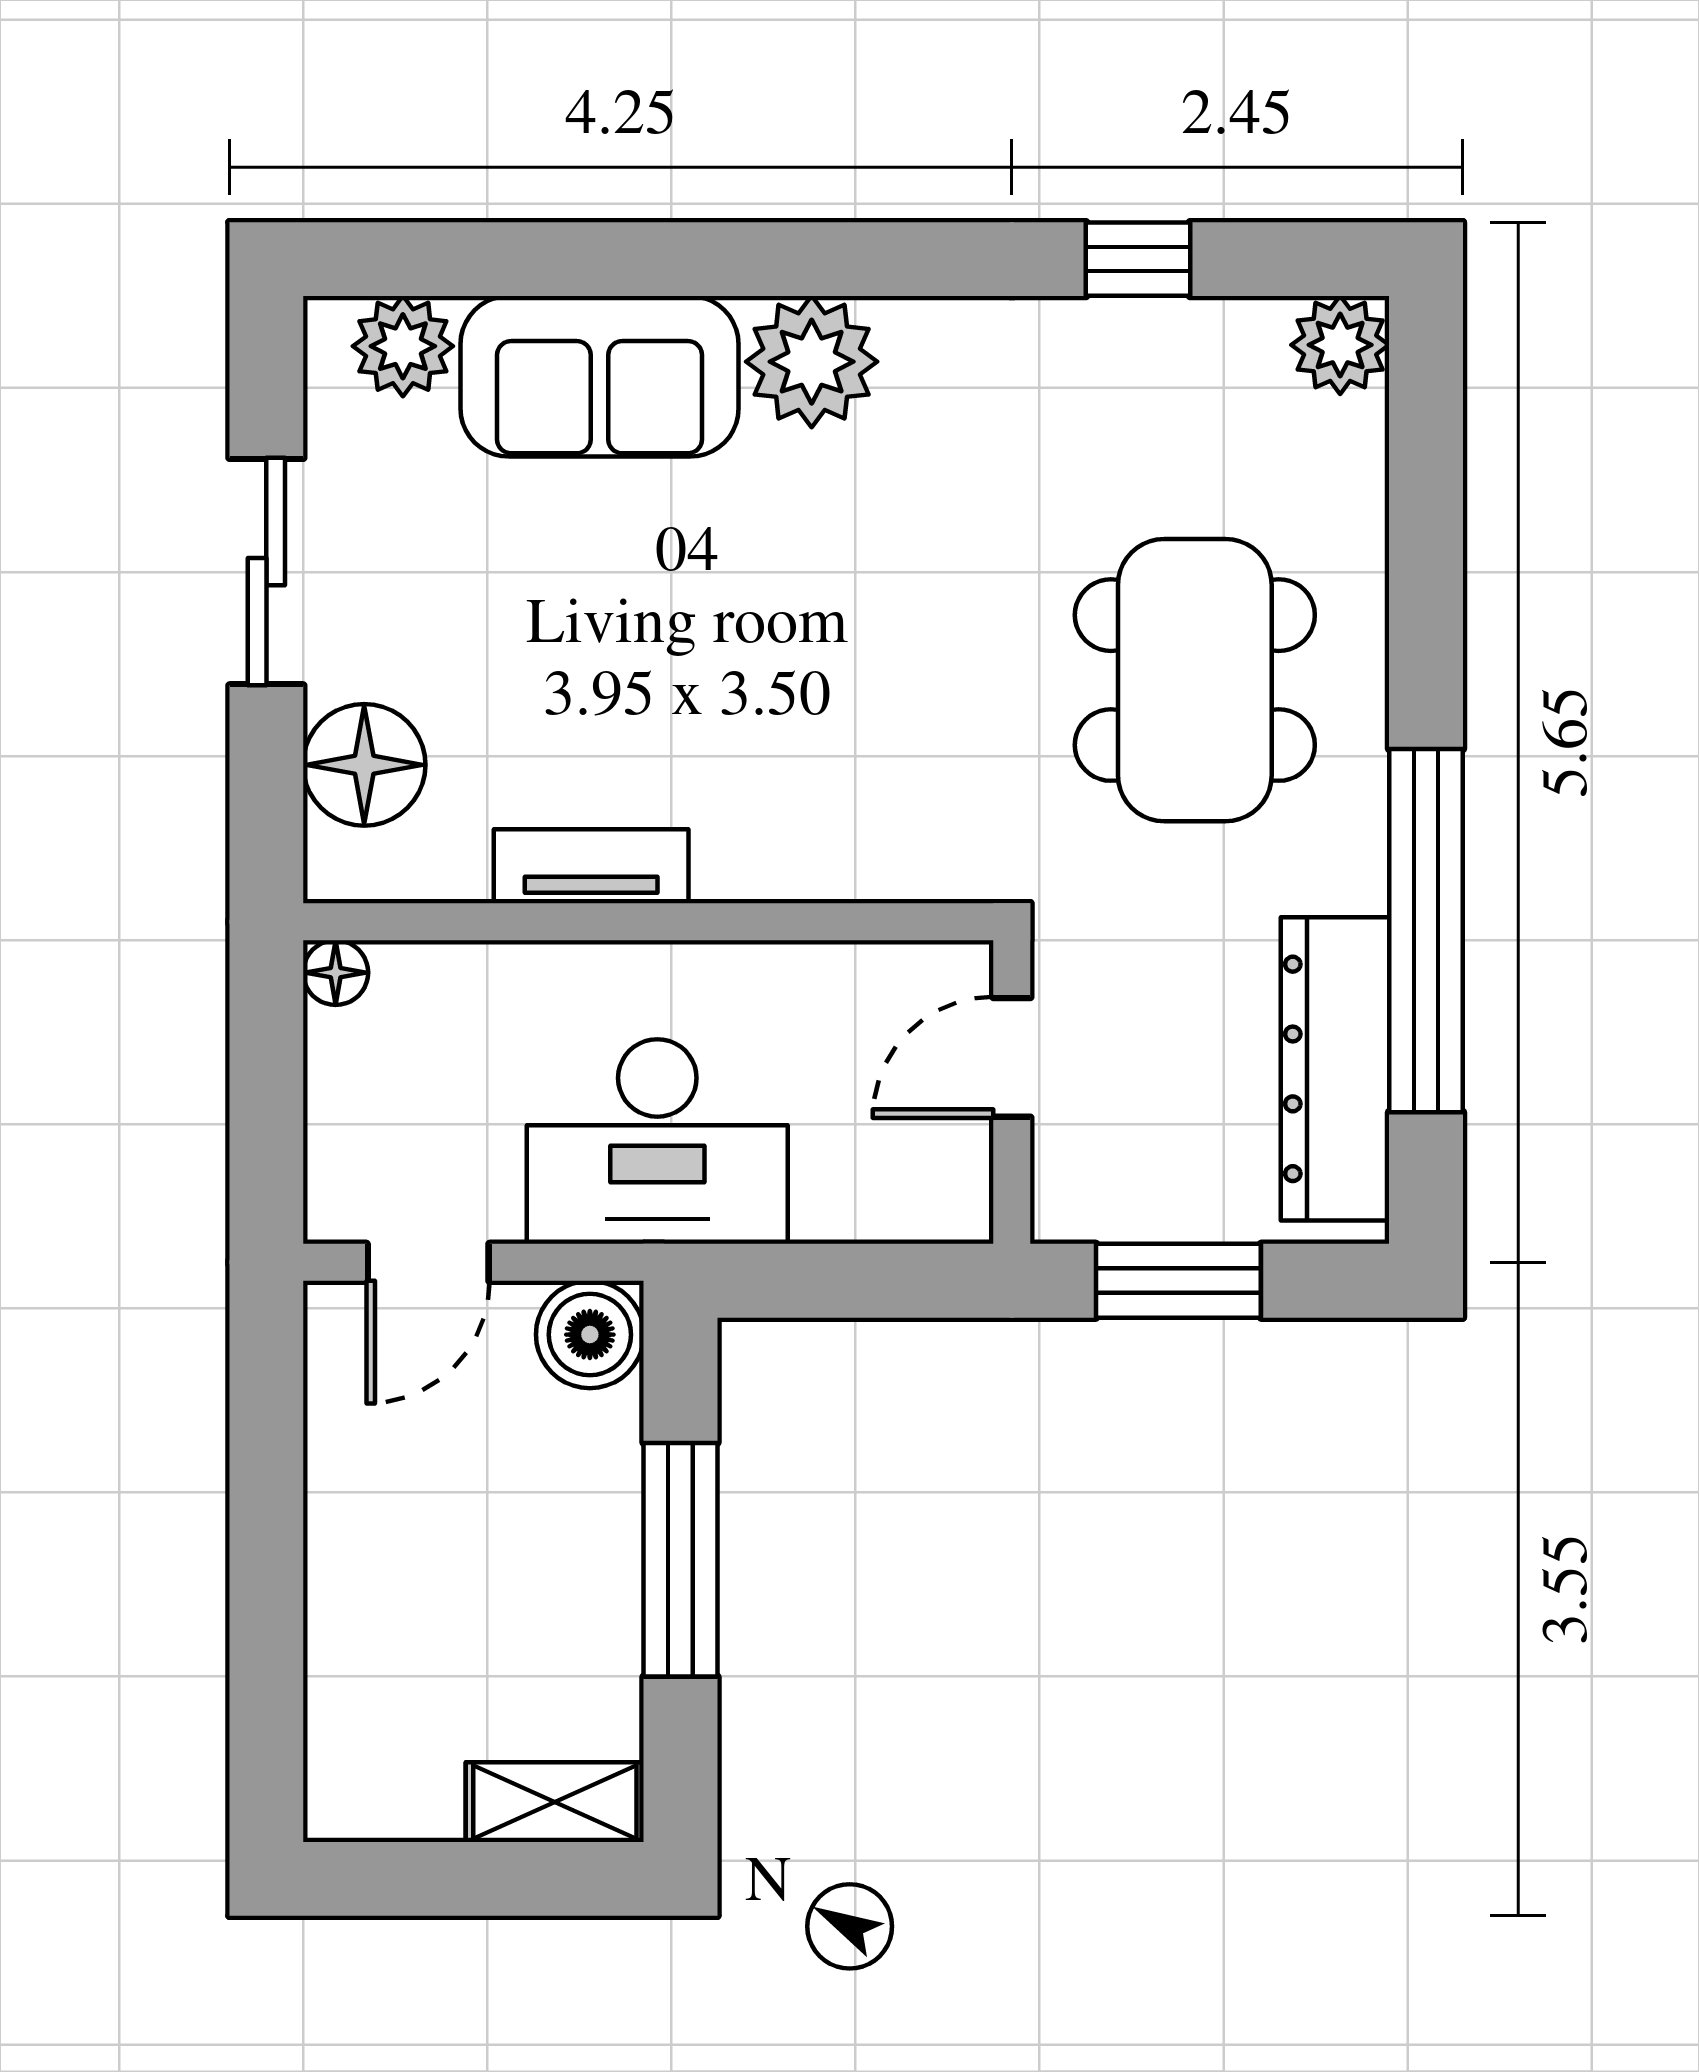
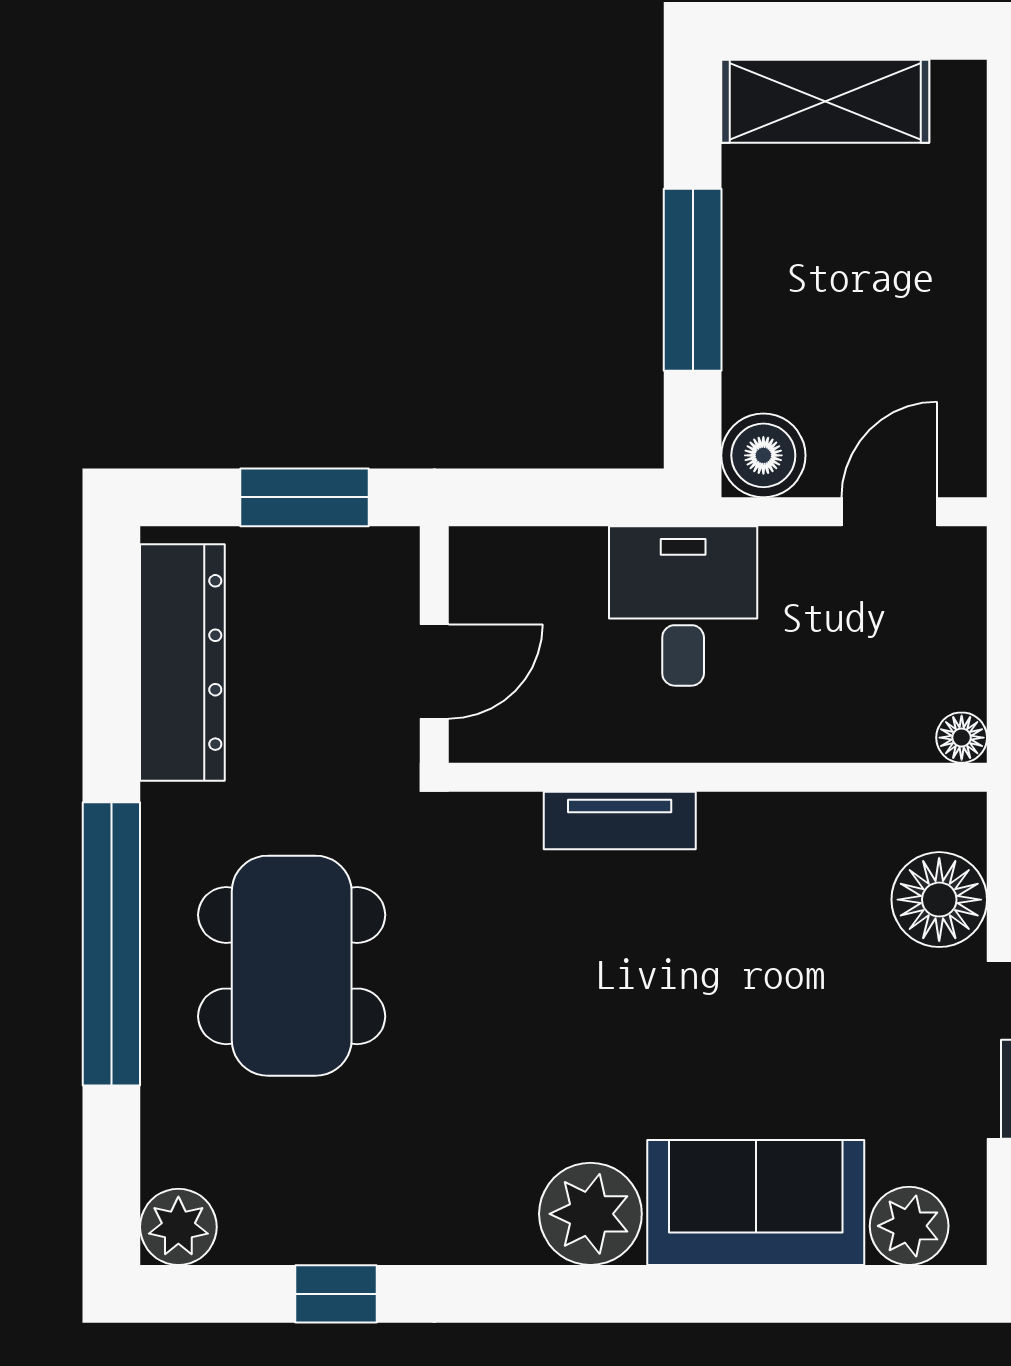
tv unit: (591, 866) -> (620, 820), moved
window: (1426, 931) -> (111, 944), moved
desk: (657, 1141) -> (683, 606), width x0.73
shelving: (555, 1802) -> (825, 101), width x1.50, depth x1.33

